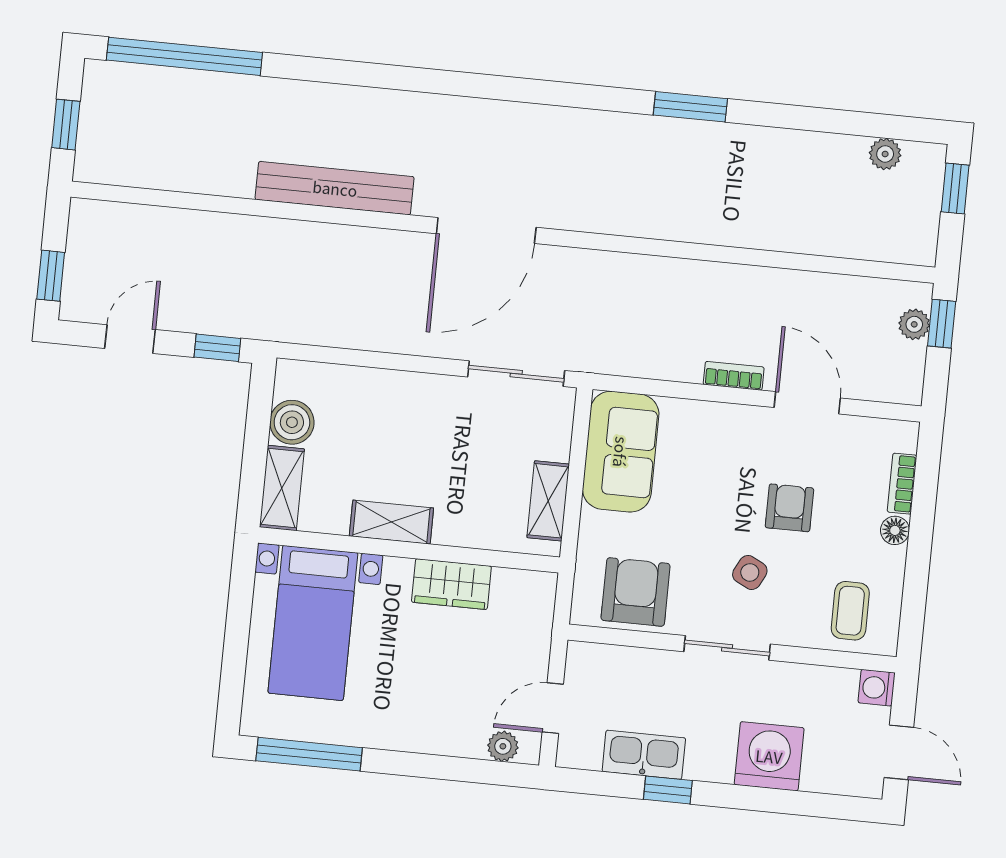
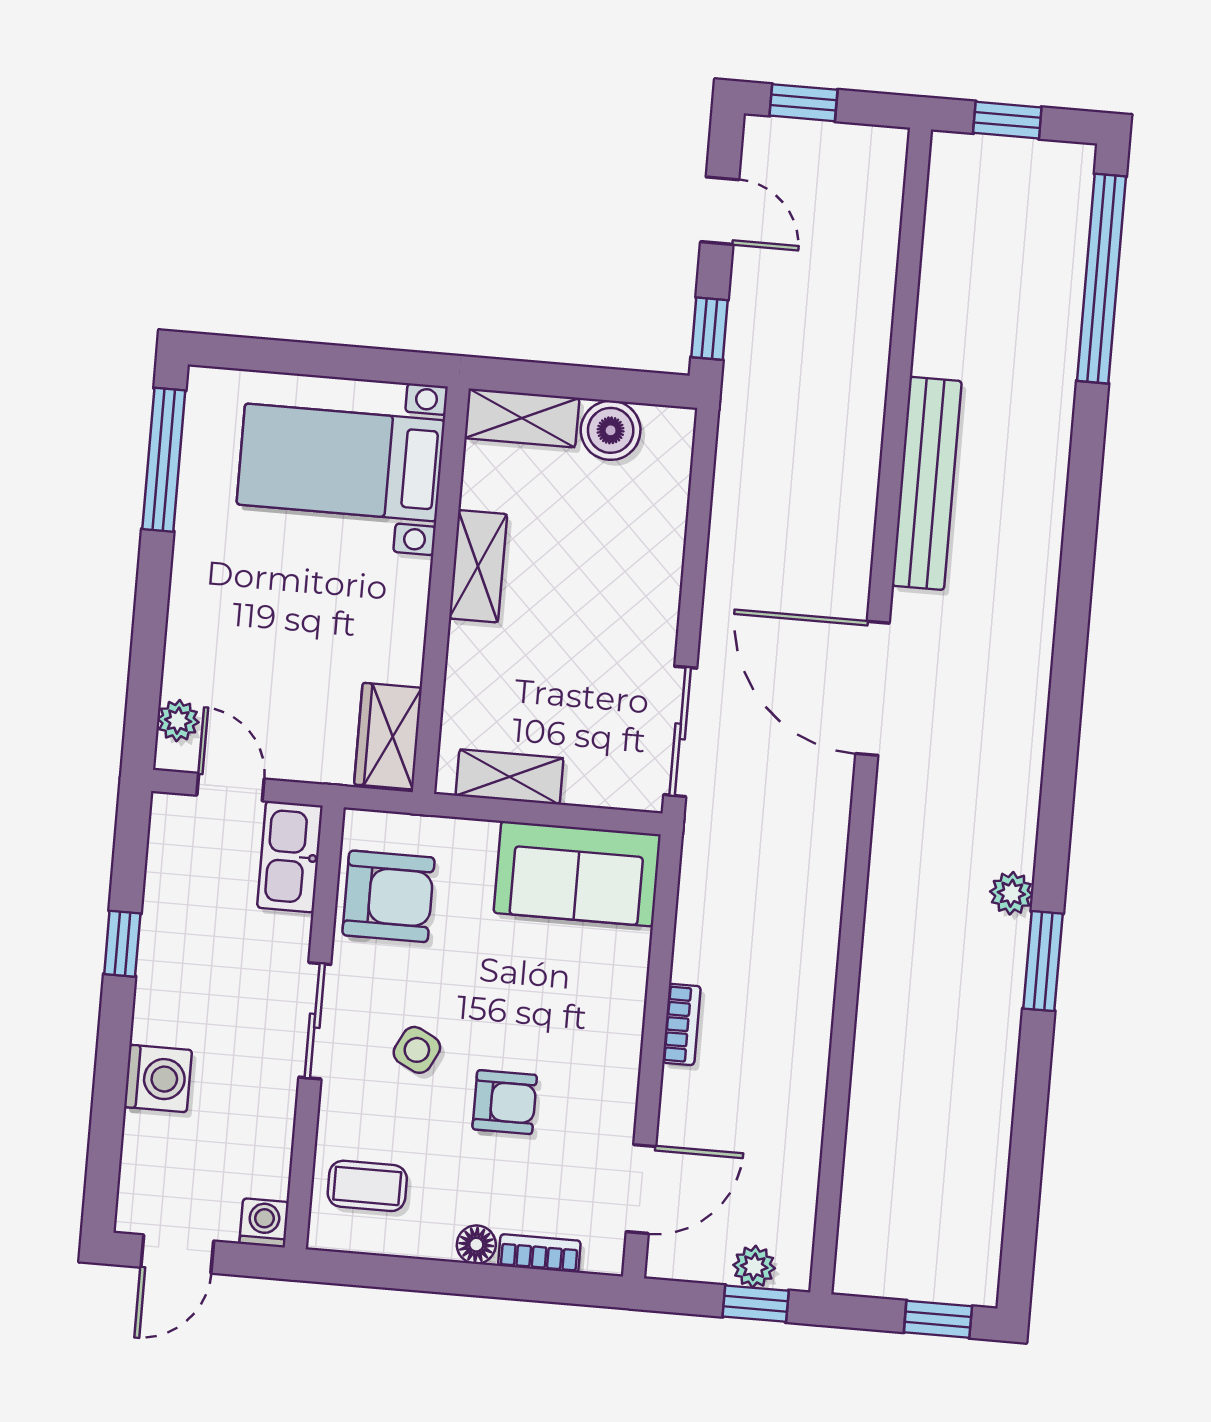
plant: (885, 154) -> (1011, 893), moved
door: (807, 403) -> (641, 1189), moved
wardrobe: (451, 584) -> (388, 736), moved
kitchen sink: (644, 755) -> (290, 857), moved, turned 180
washing machine: (769, 756) -> (158, 1078), width x0.73, depth x0.73

